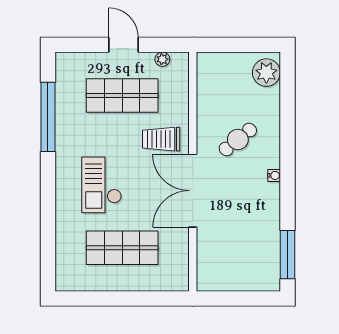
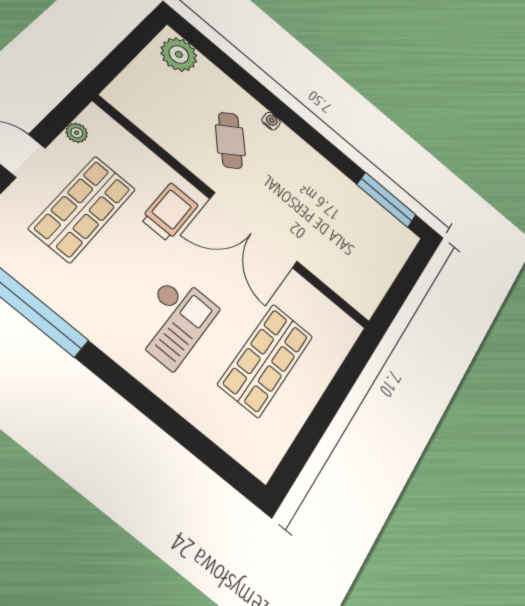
trolley: (161, 139) -> (170, 212), turned 180
water cooler: (274, 175) -> (271, 121), moved
checkout: (102, 185) -> (174, 321), turned -90

